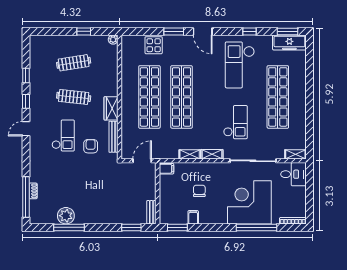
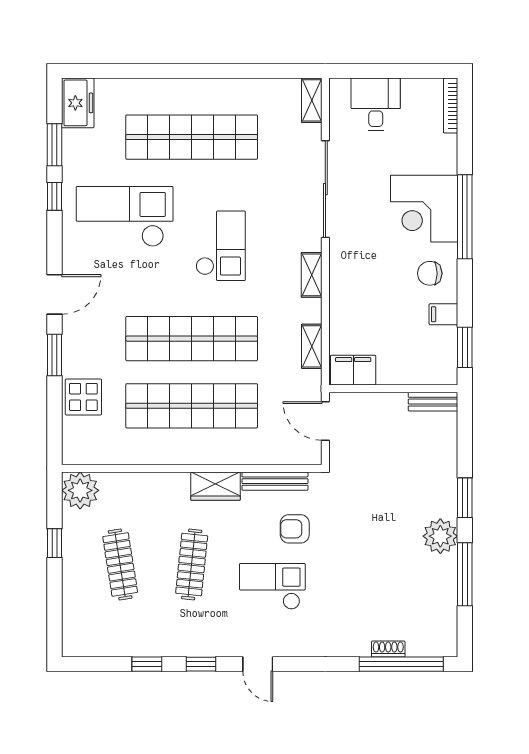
window: (287, 31) -> (54, 145), moved
plant: (113, 40) -> (80, 490), width x1.87, depth x1.87
freezer: (289, 43) -> (78, 103), width x0.71
checkout: (240, 65) -> (125, 217), turned 180
checkout: (235, 122) -> (221, 246), moved, turned 90
shelving: (190, 154) -> (312, 346), moved
filing cabinet: (166, 169) -> (353, 370), width x2.00
desk: (293, 174) -> (376, 104), moved
chair: (199, 191) -> (430, 273), moved
corner desk: (249, 202) -> (424, 209), width x0.74, depth x0.74
plant: (66, 216) -> (440, 536), moved
window: (131, 227) -> (465, 498), moved
window: (256, 227) -> (465, 217), moved

